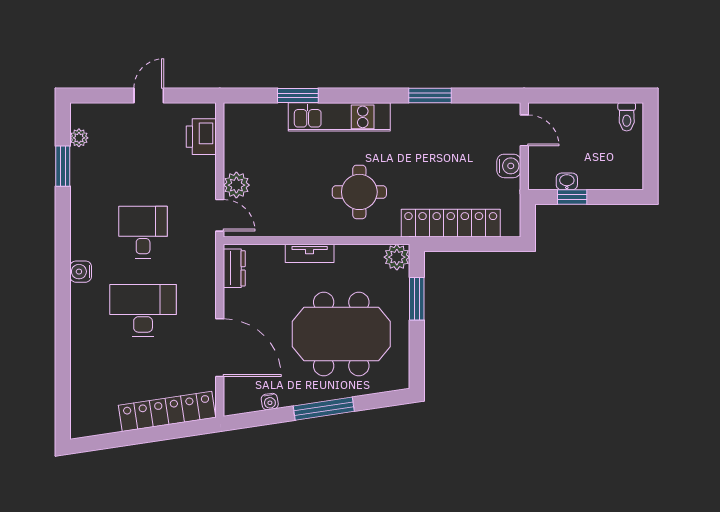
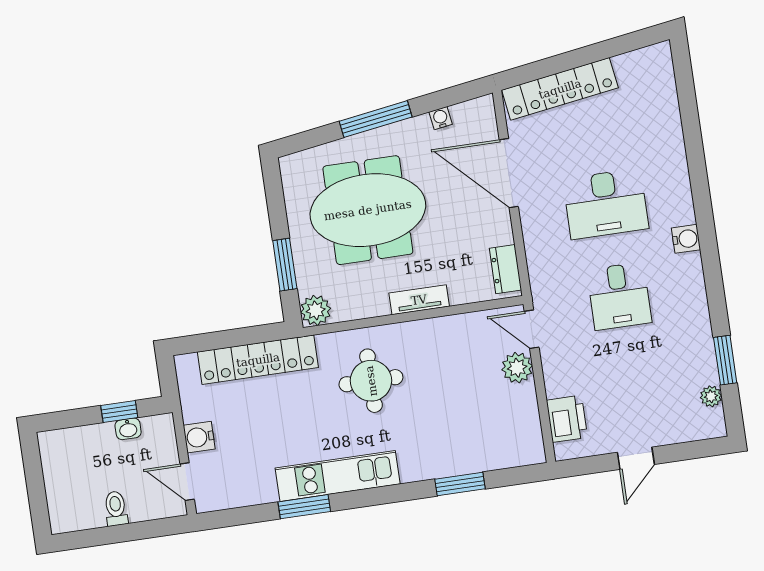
kitchen unit: (339, 117) -> (338, 476), moved
toilet: (627, 117) -> (116, 508), moved

